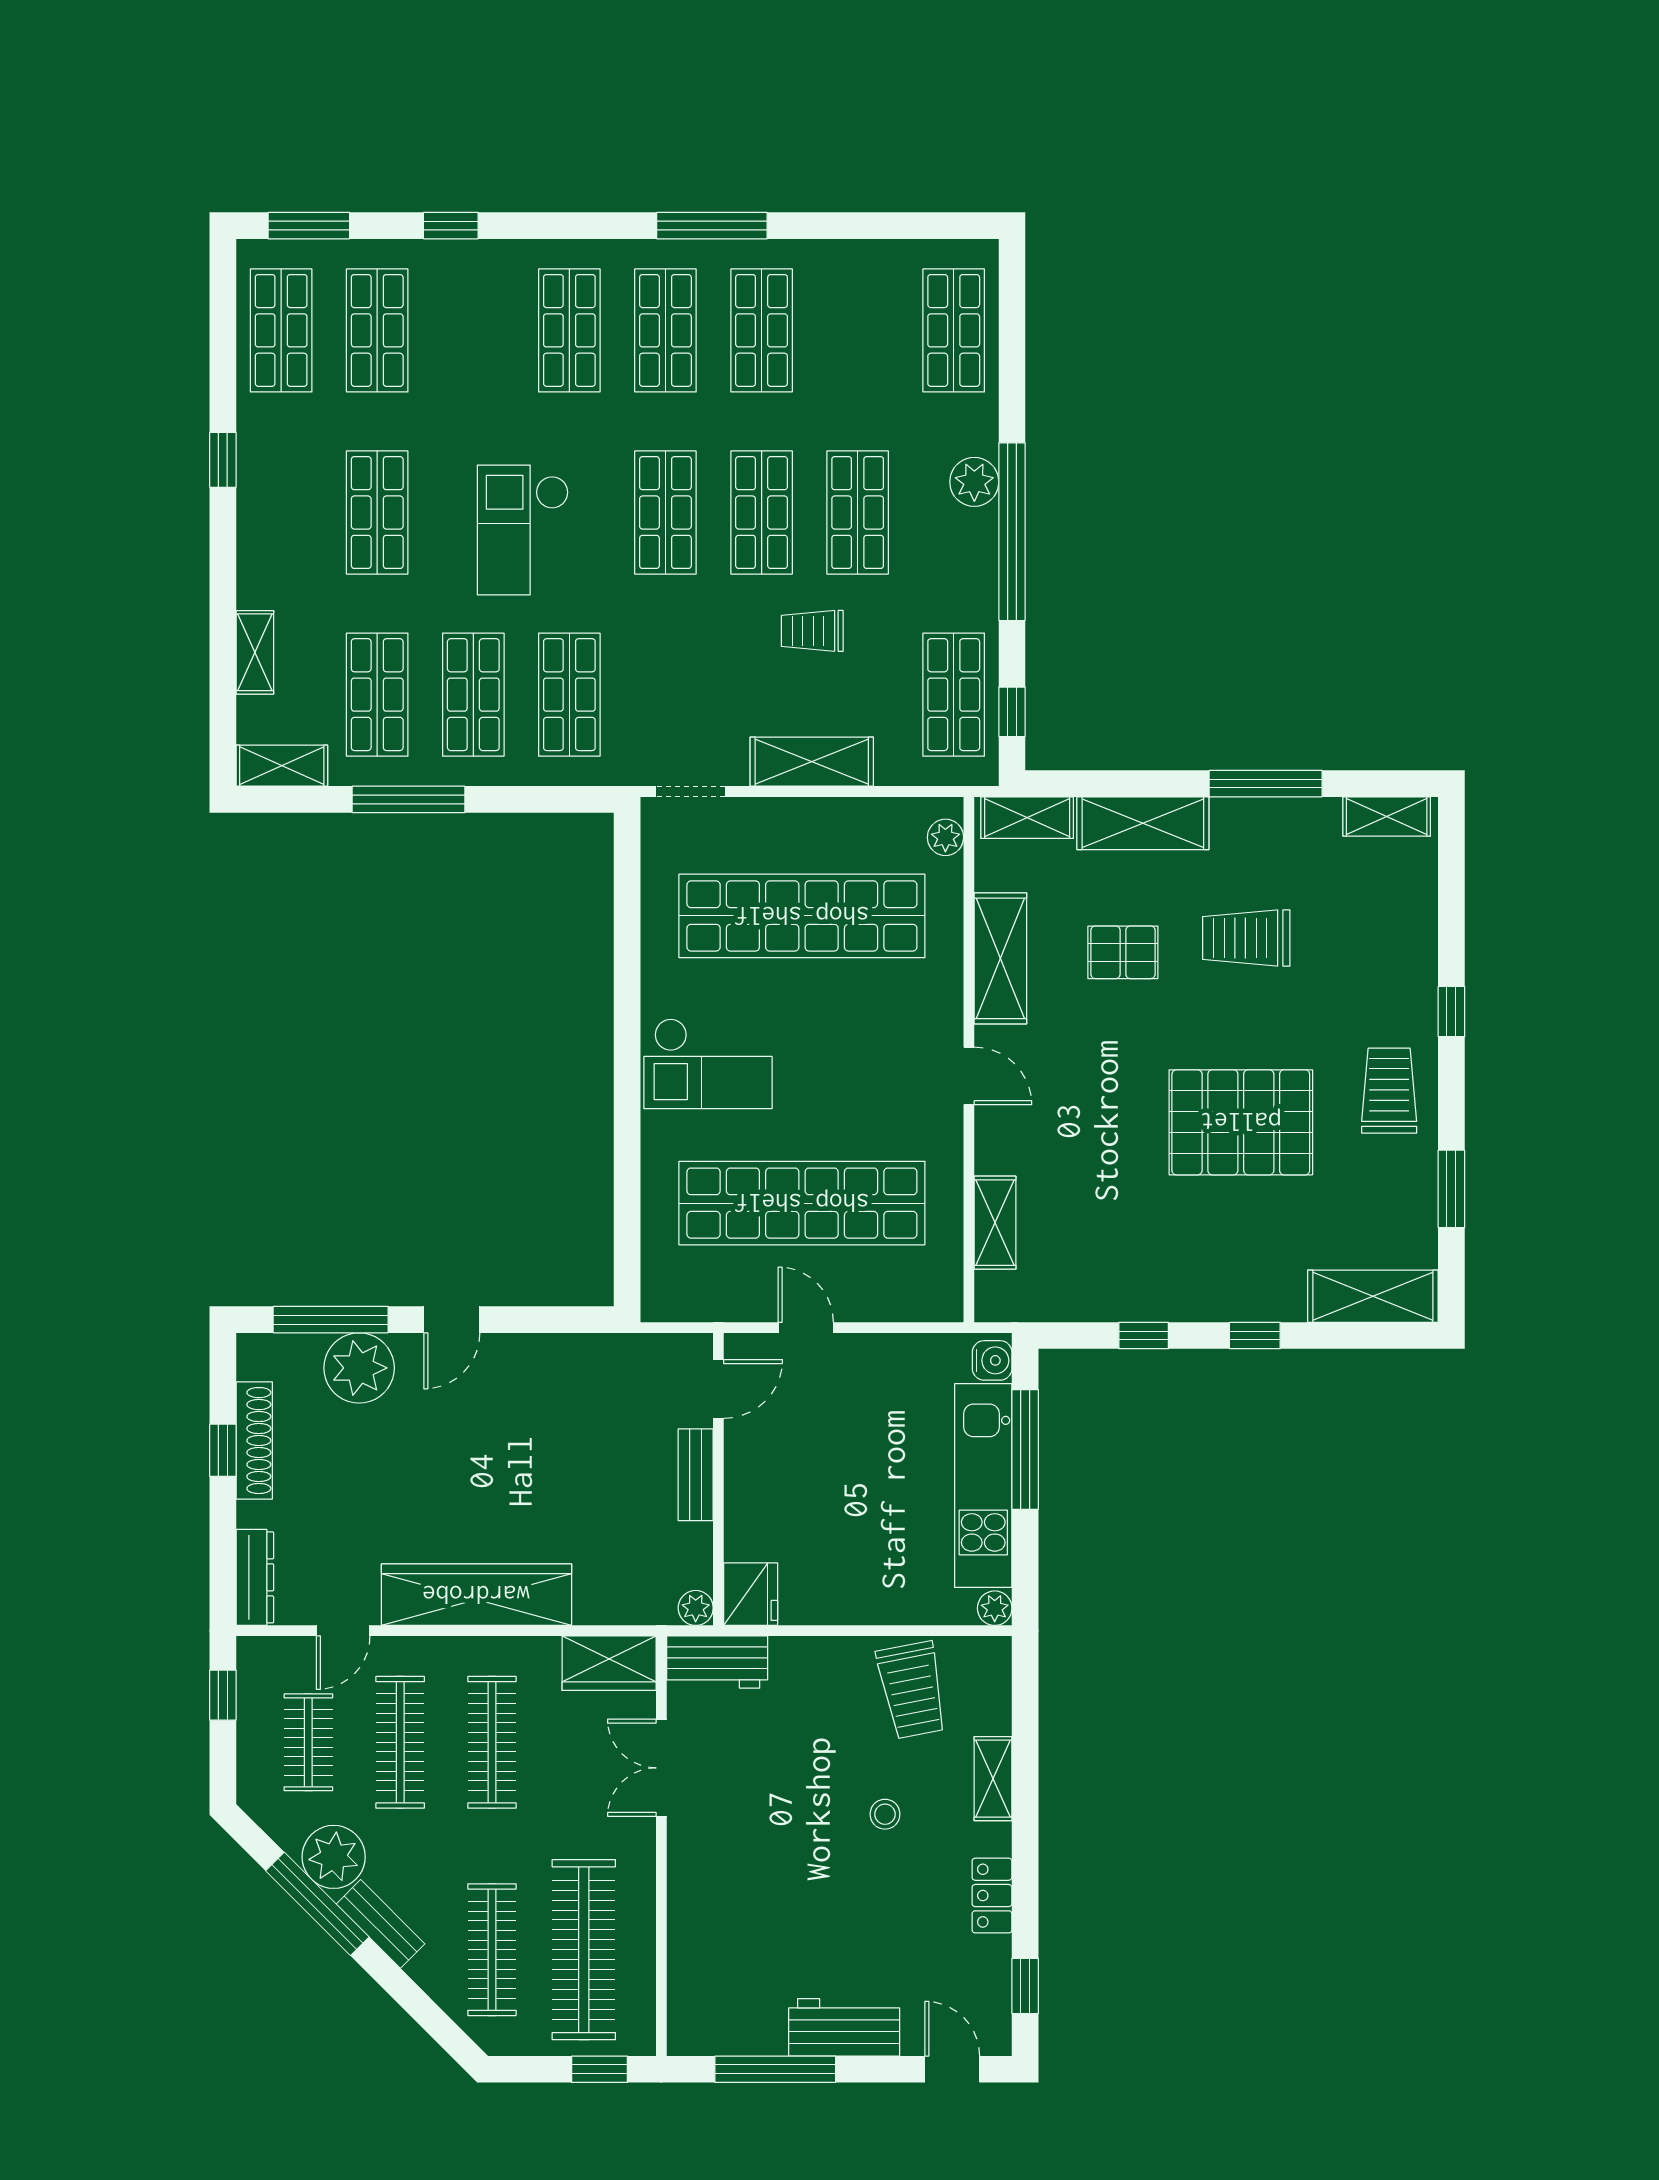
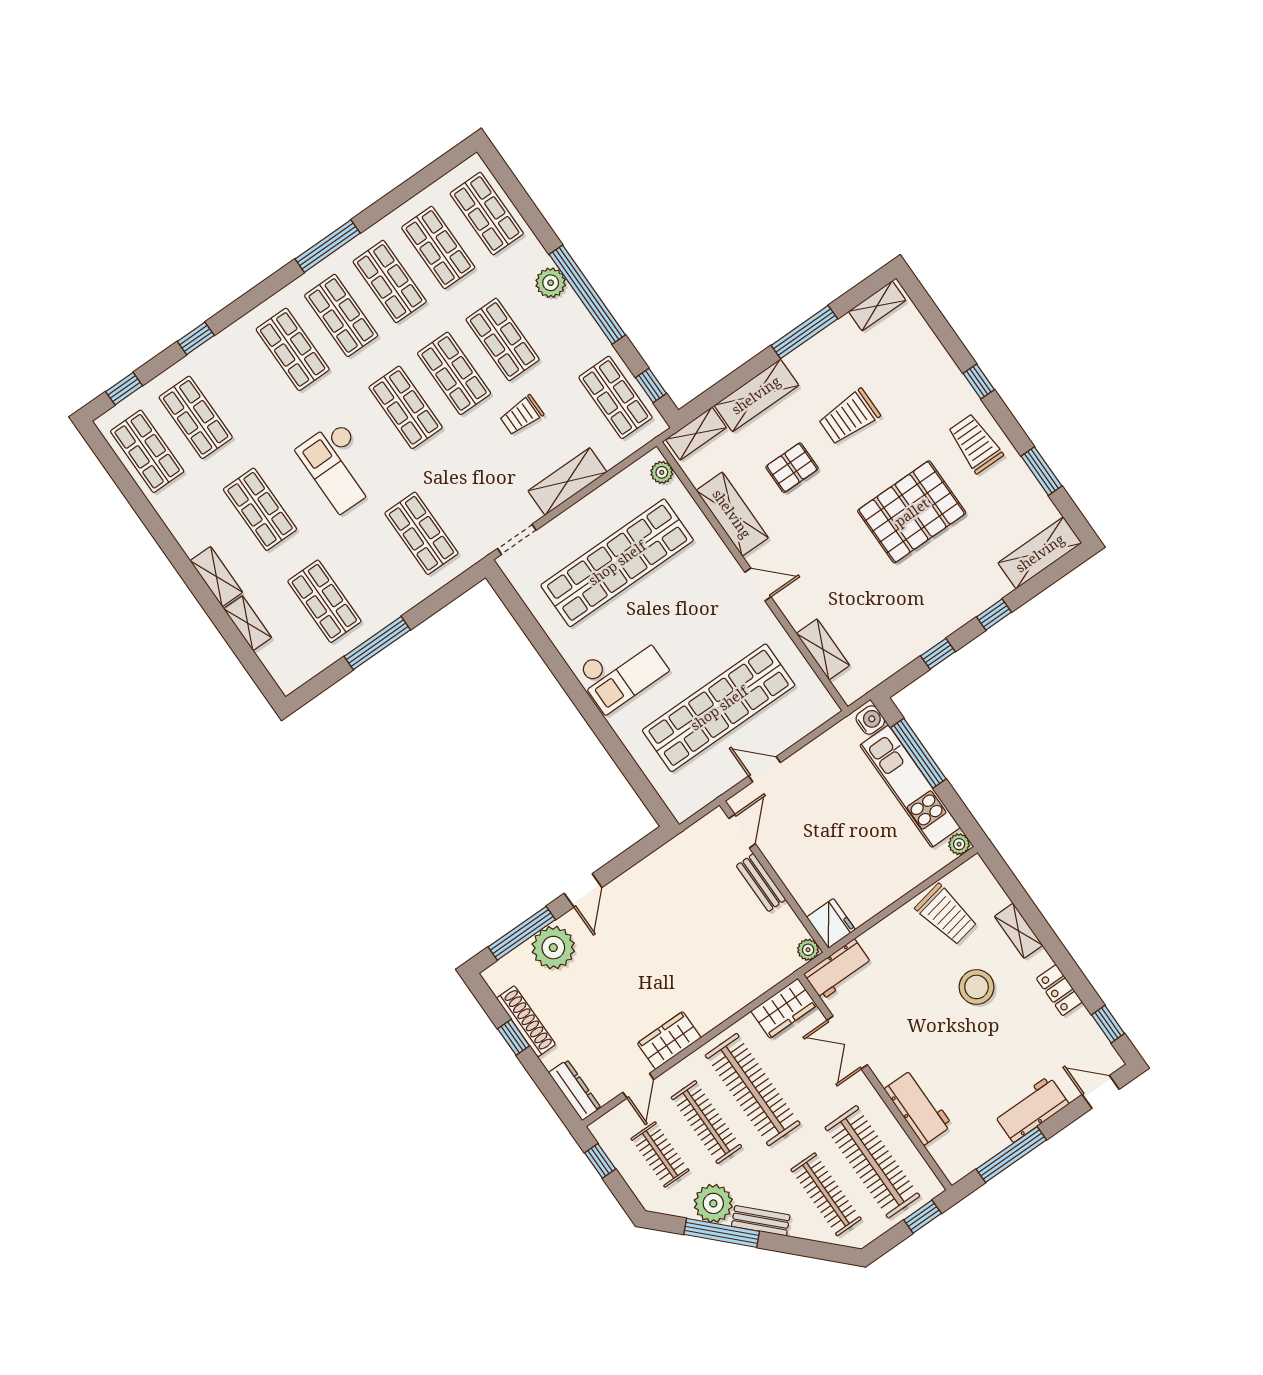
window: (309, 226) -> (124, 389), width x0.67
window: (223, 460) -> (163, 537), removed
shop shelf: (473, 695) -> (438, 248), moved
shelving: (282, 766) -> (216, 577), moved, turned 90
wardrobe: (476, 1595) -> (669, 1040), width x0.48, depth x0.85
clothes rail: (492, 1742) -> (753, 1090), width x1.37, depth x1.31
stool: (885, 1814) -> (977, 987), width x1.89, depth x1.89
workbench: (696, 1920) -> (918, 1107), added

